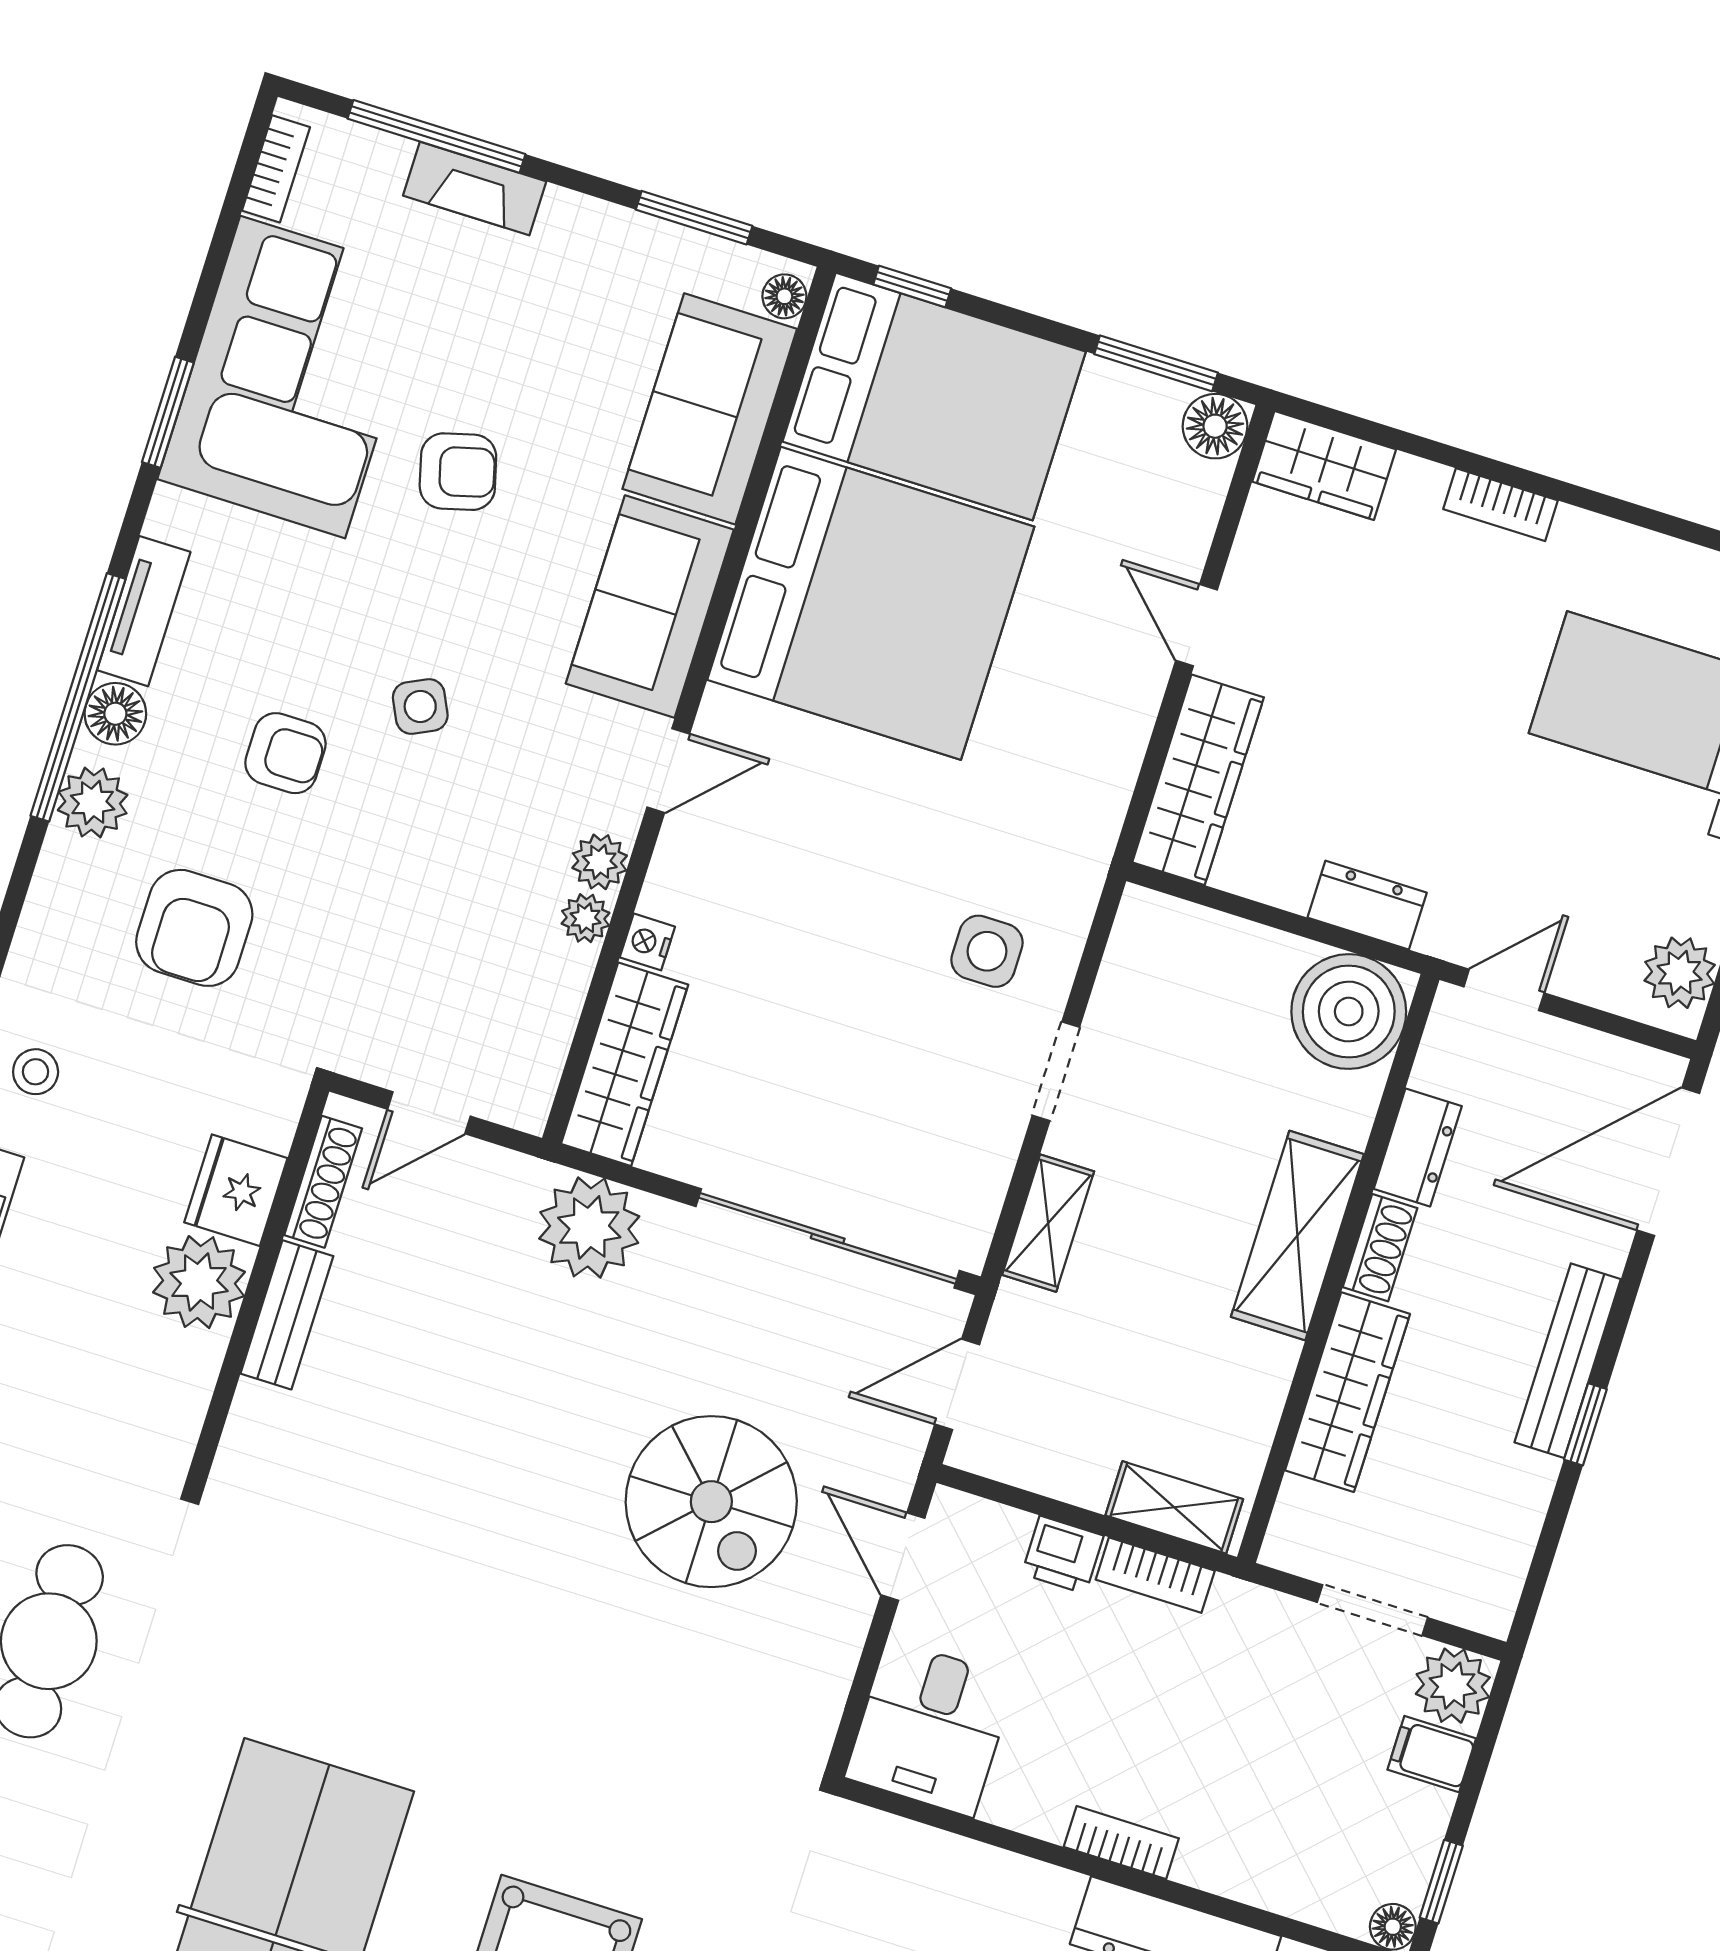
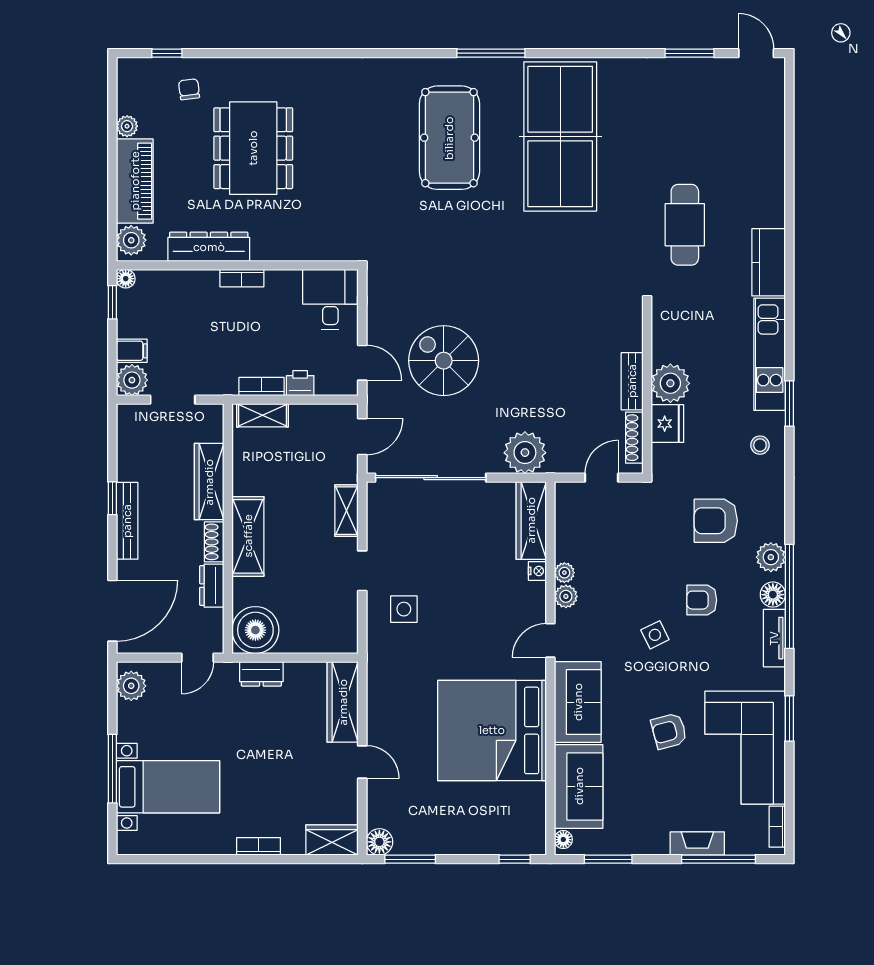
bed: (934, 397) -> (493, 819), removed
armchair: (194, 928) -> (716, 521), turned -90

